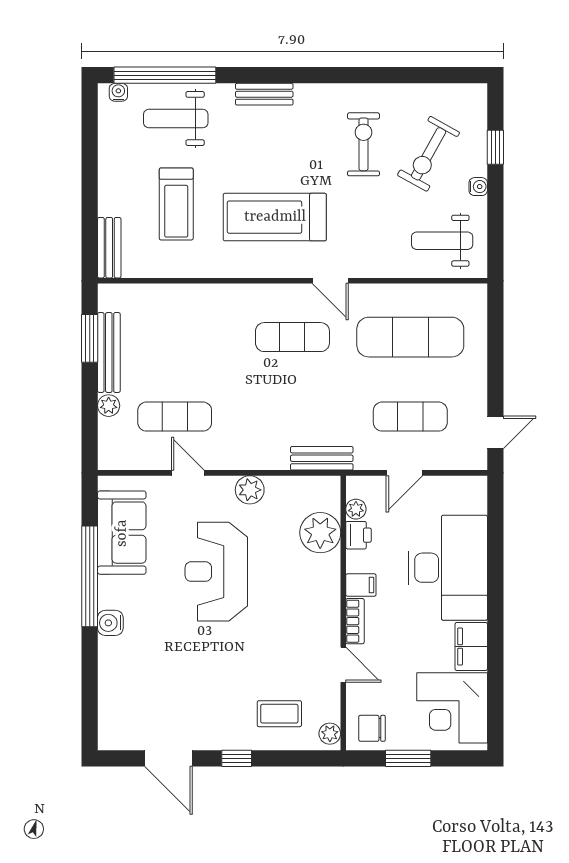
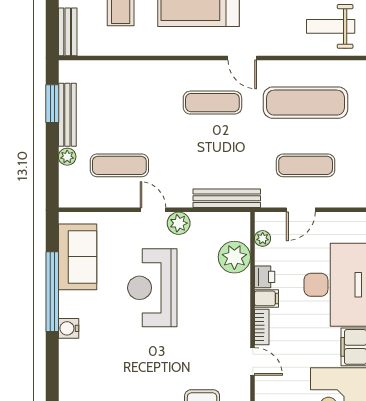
bench: (322, 458) -> (227, 198), width x1.36
door: (188, 473) -> (153, 210), moved
printer: (358, 535) -> (265, 277), moved

